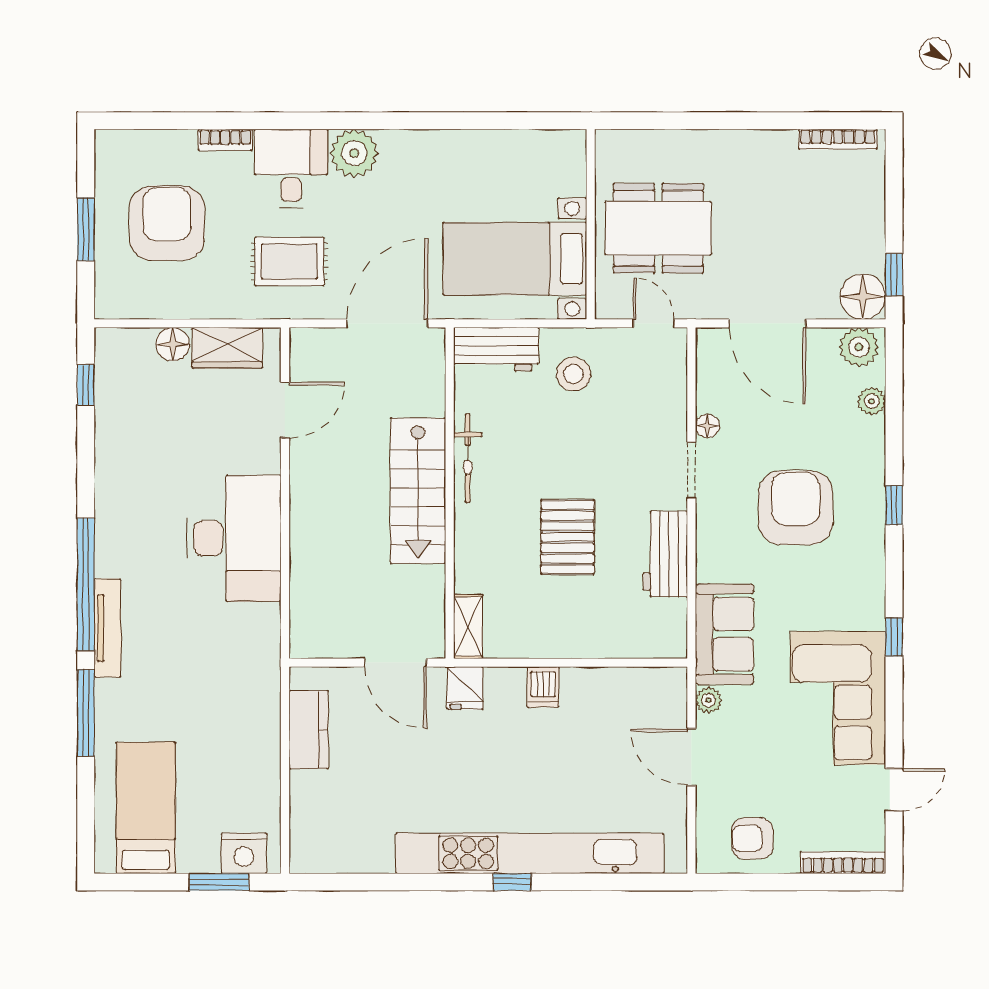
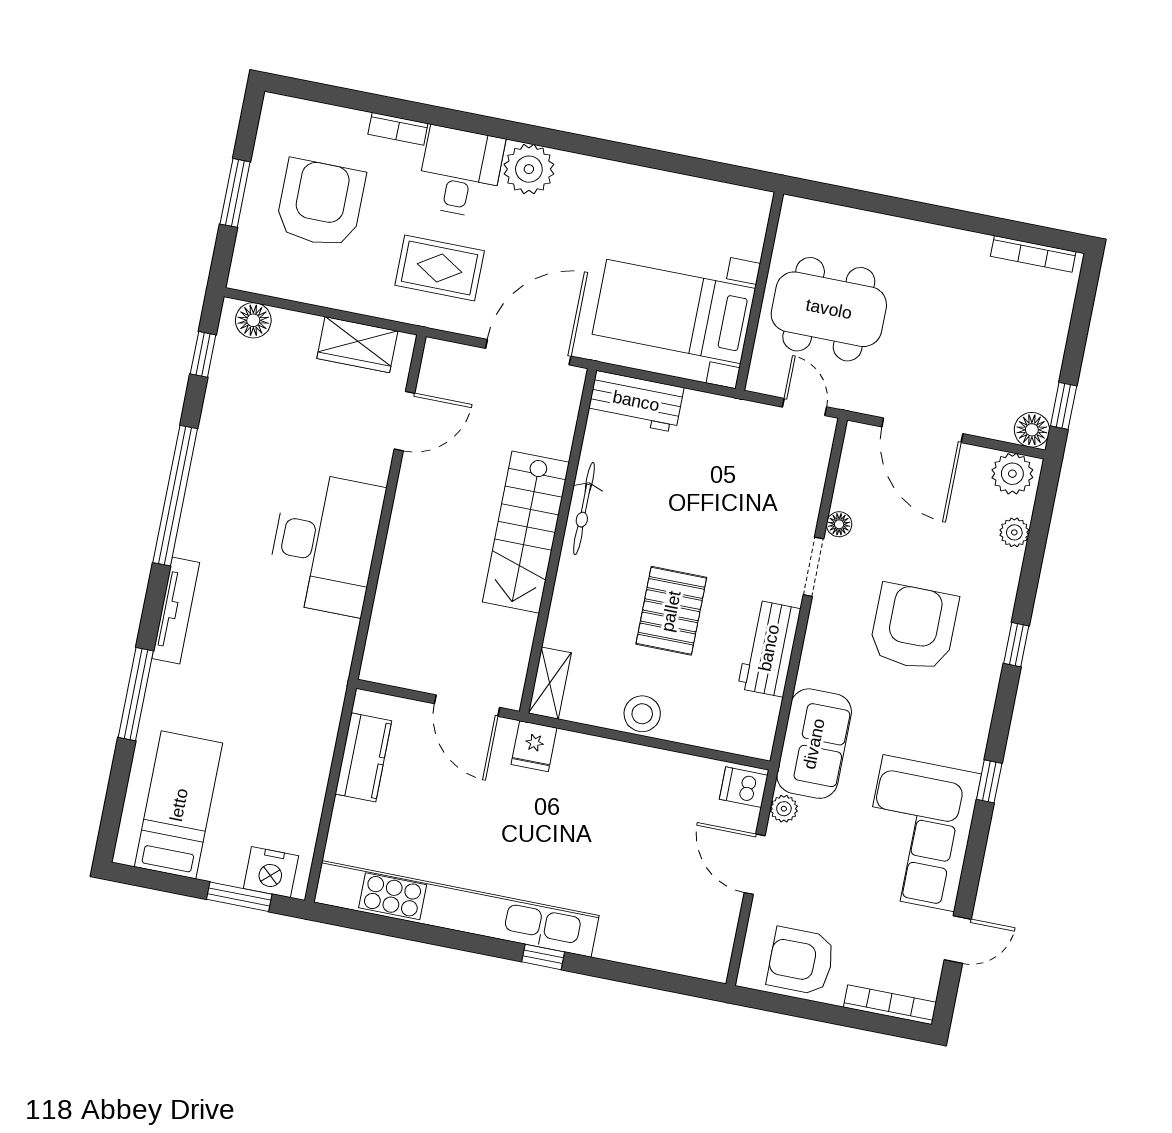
floor lamp: (863, 297) -> (1032, 430), width x0.73, depth x0.73
floor lamp: (173, 344) -> (253, 320), moved
stool: (574, 374) -> (642, 714), moved
window: (86, 585) -> (175, 496), moved
dishwasher: (543, 687) -> (744, 787), moved, turned 90
armchair: (752, 838) -> (801, 961), width x1.38, depth x1.38
kitchen unit: (530, 853) -> (456, 909), moved

